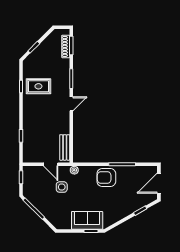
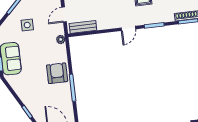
door: (71, 104) -> (128, 28), hinge flipped
side table: (62, 187) -> (27, 25), moved

